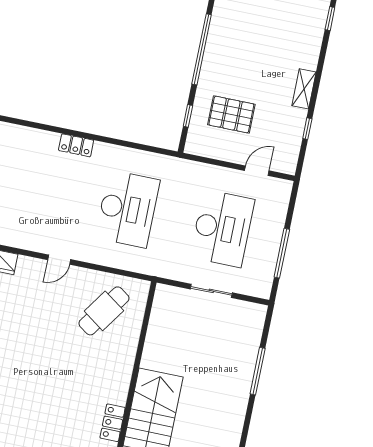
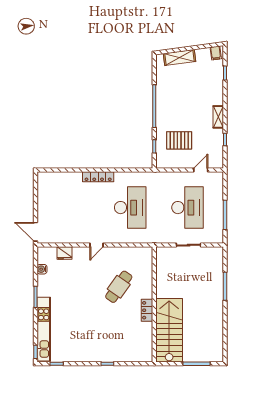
locker: (76, 145) -> (98, 177), width x1.53
cafe table: (104, 311) -> (119, 287), moved
locker: (113, 423) -> (147, 310), moved

